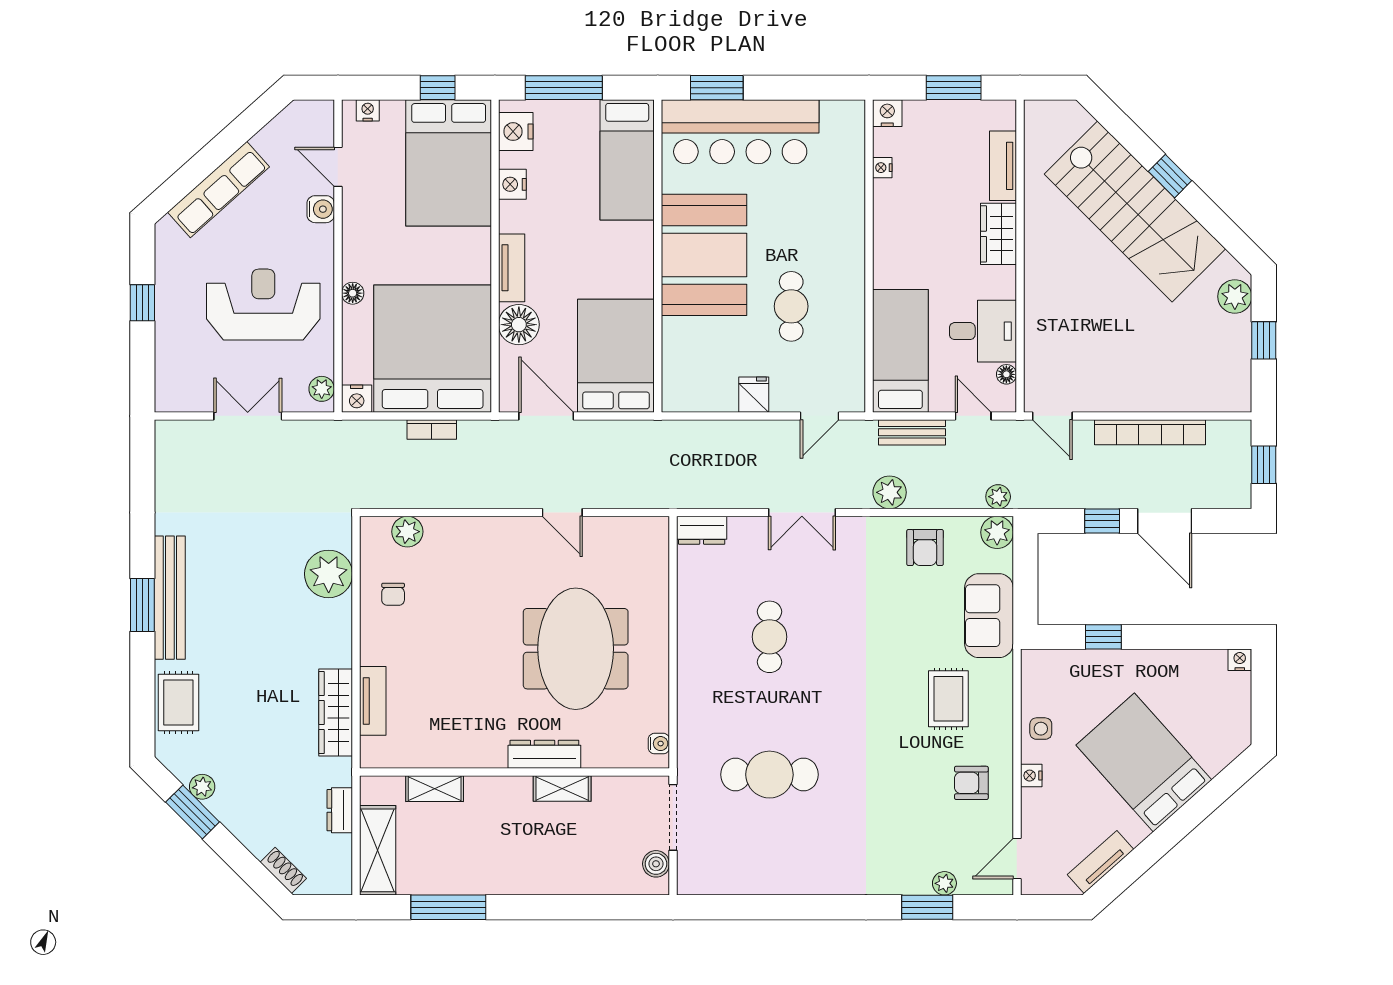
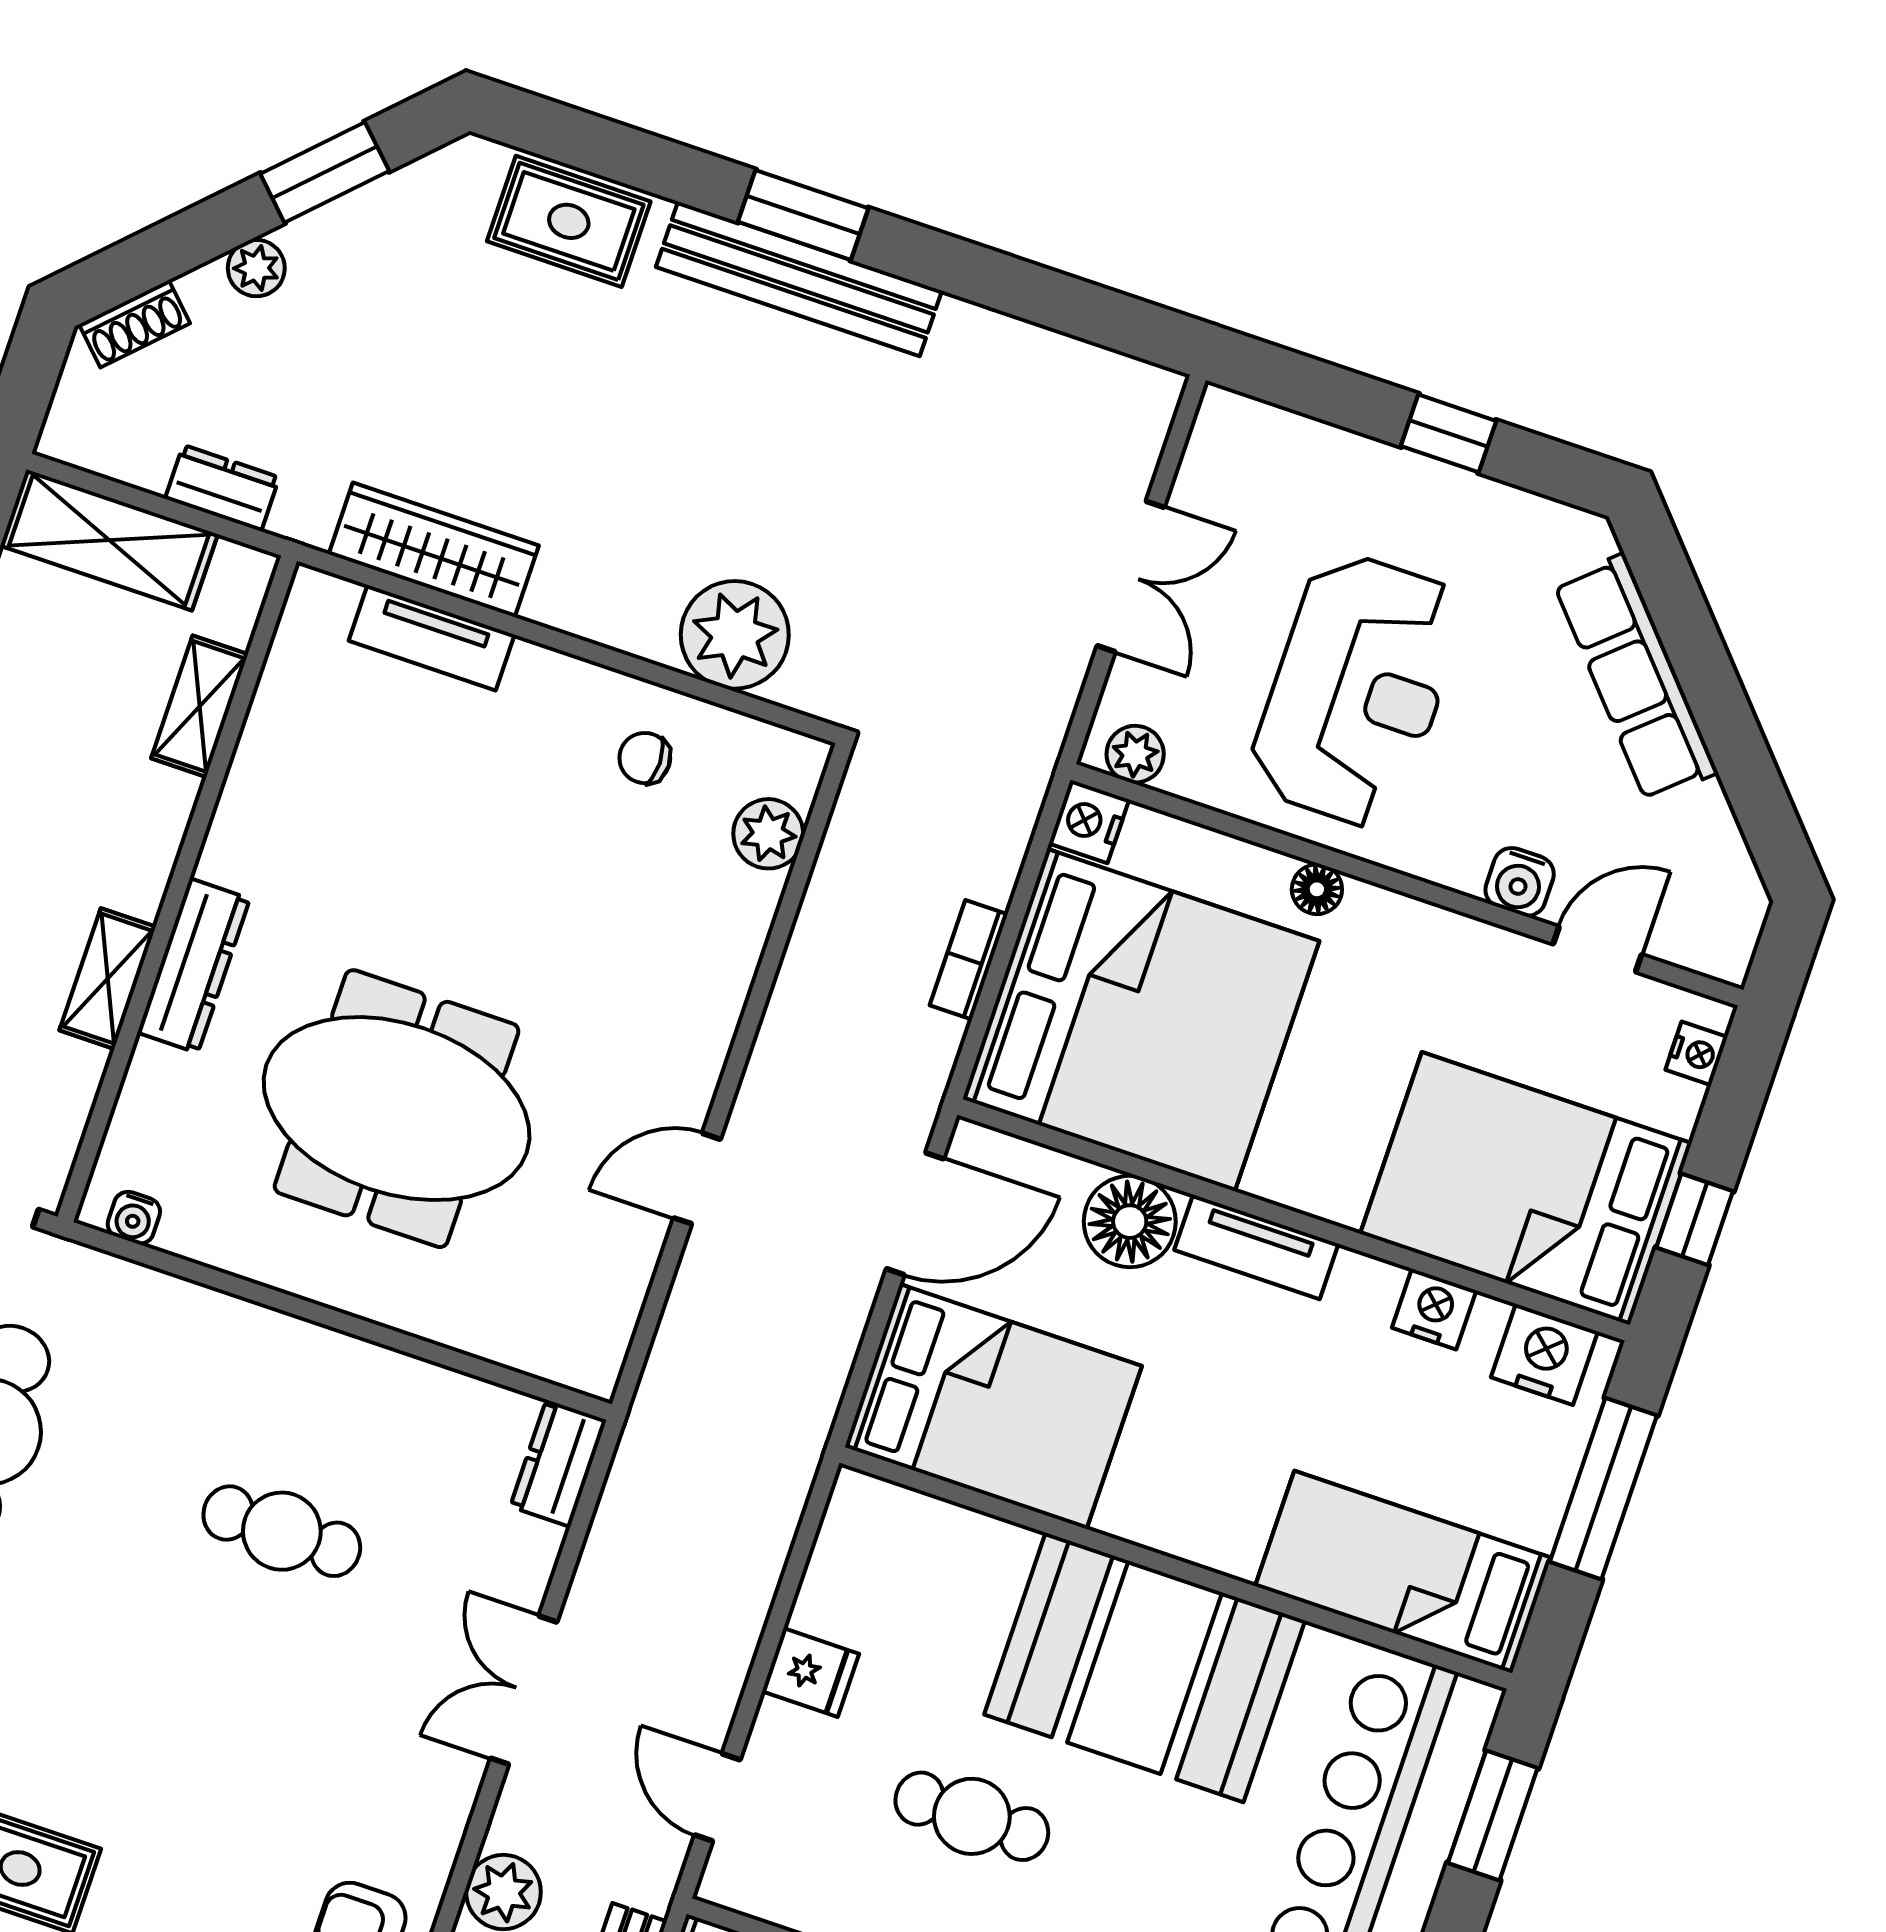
plant: (202, 787) -> (256, 268), moved

